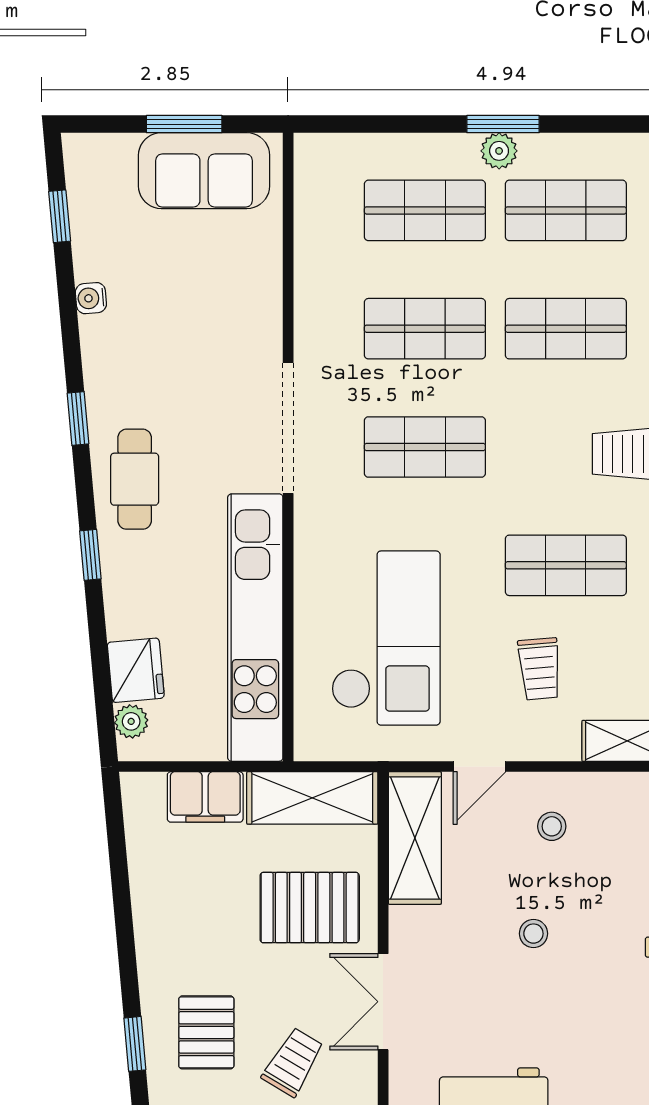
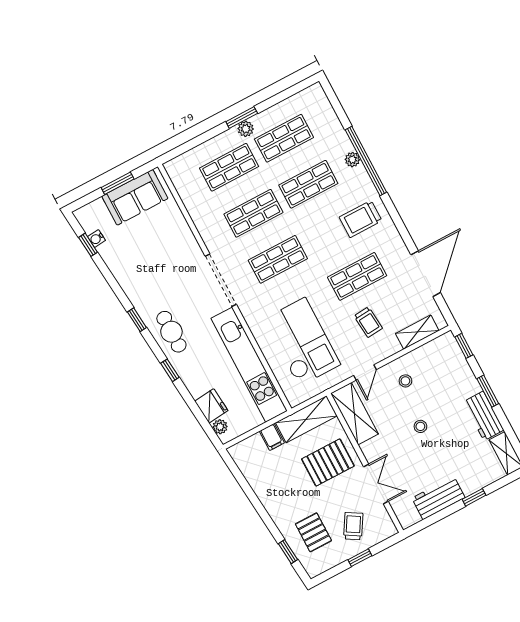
water cooler: (91, 298) -> (96, 239), moved
filing cabinet: (205, 797) -> (272, 437), width x0.50
double door: (383, 1002) -> (376, 484), swing flipped

